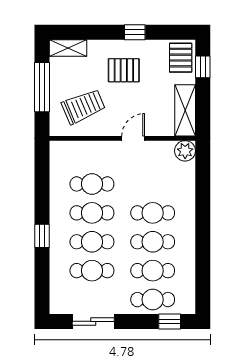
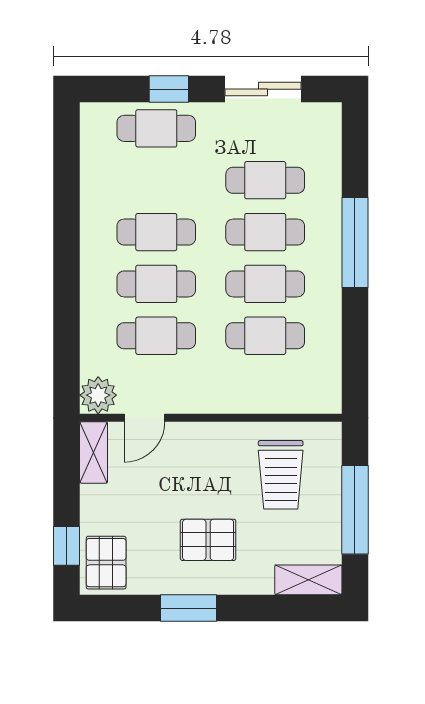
window: (135, 32) -> (189, 608), width x1.50
trolley: (83, 106) -> (281, 475), turned -67
shelving: (185, 110) -> (94, 452), width x0.67, depth x0.75
door: (133, 138) -> (144, 418), moved
window: (42, 236) -> (355, 243), width x2.17
cafe table: (153, 271) -> (156, 336), moved
window: (170, 321) -> (169, 89), moved

